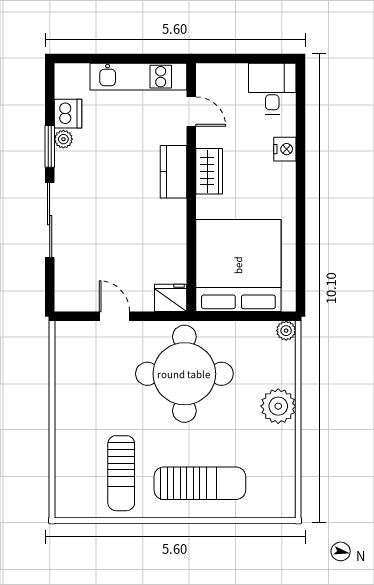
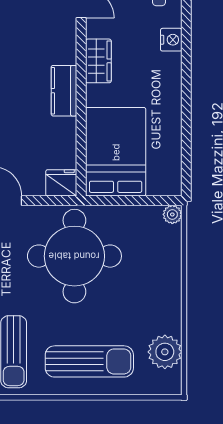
kitchen counter: (173, 172) -> (64, 91), moved
bed: (238, 265) -> (116, 152), width x0.73
plant: (278, 406) -> (165, 352), moved

